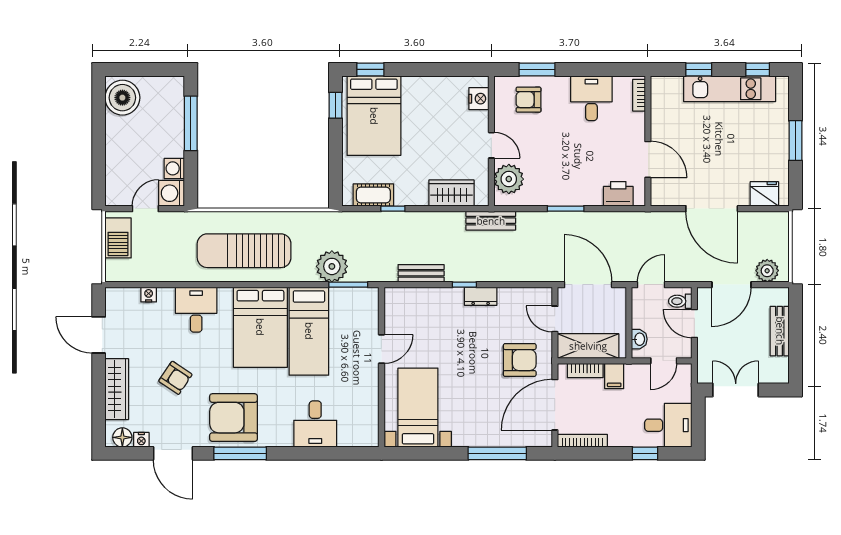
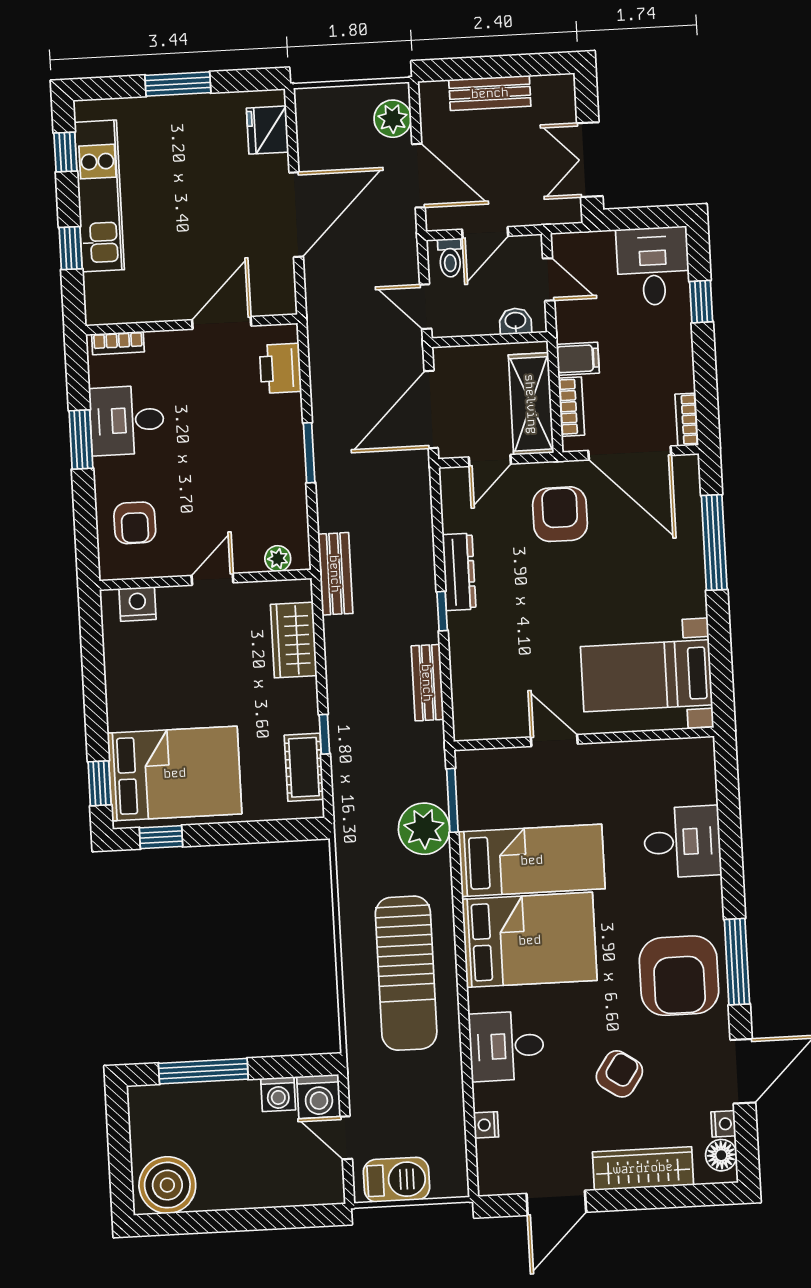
window: (537, 69) -> (81, 439), moved
plant: (509, 179) -> (278, 559), width x0.53, depth x0.53
dresser: (481, 296) -> (459, 572), width x1.44
bookcase: (582, 441) -> (687, 420), width x0.64

